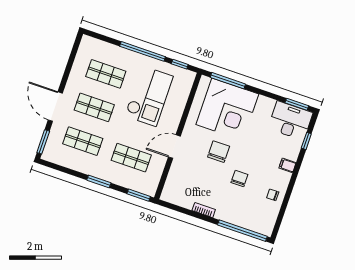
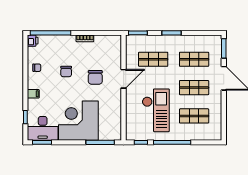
checkout: (149, 96) -> (156, 110), turned 180
corner desk: (227, 109) -> (78, 121), moved
chair: (219, 152) -> (95, 77), moved
printer: (267, 229) -> (33, 41), added

